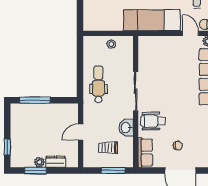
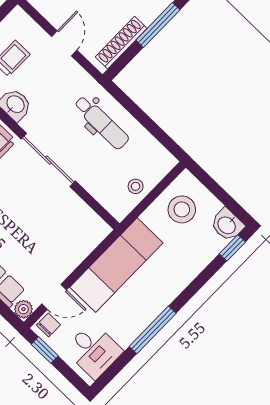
stool: (102, 16) -> (182, 209), added
shoe rack: (57, 109) -> (121, 43), added

